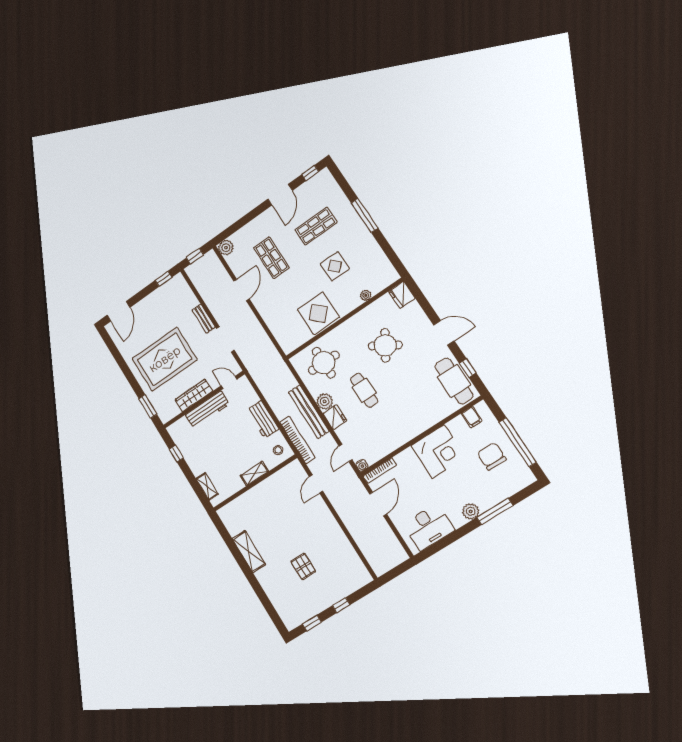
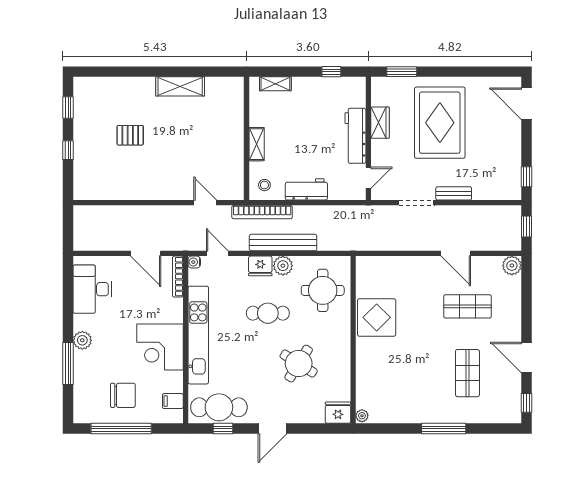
display table: (335, 266) -> (413, 365), removed
plant: (366, 295) -> (362, 416), moved
wardrobe: (194, 395) -> (380, 123), width x0.67
kitchen unit: (412, 429) -> (198, 335), added

